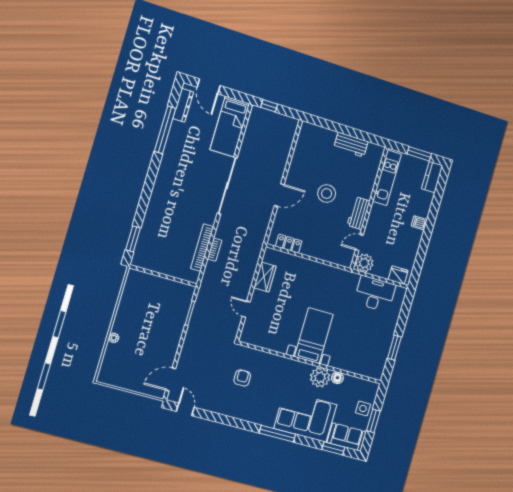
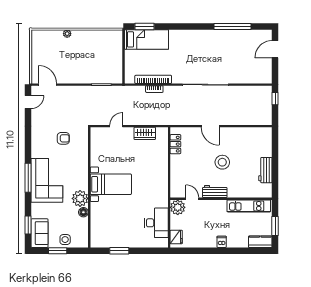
dresser: (183, 105) -> (255, 34), removed
bed: (230, 127) -> (146, 39), moved, turned 180
corner sofa: (305, 417) -> (47, 180), moved

